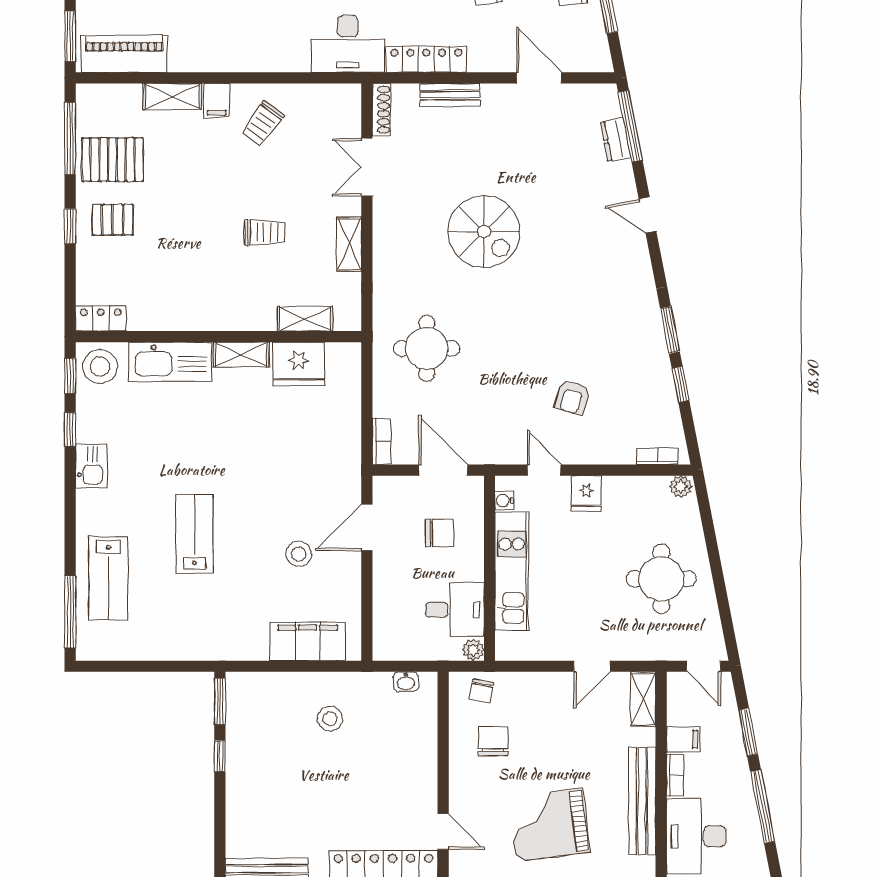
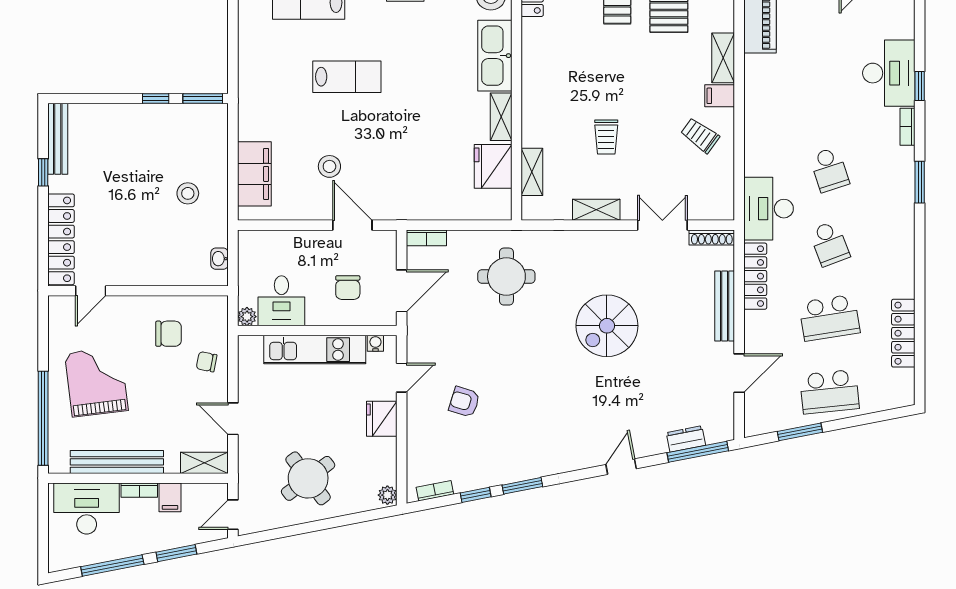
bench: (450, 95) -> (725, 306), width x1.36
bookcase: (657, 456) -> (435, 491), moved, turned -101
fridge: (586, 493) -> (382, 419), width x1.38
round table: (661, 579) -> (308, 478), turned -37
chair: (481, 691) -> (207, 362), moved

